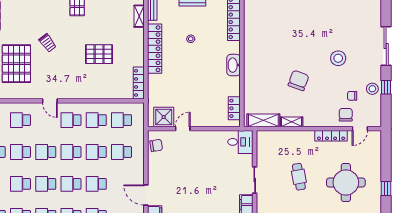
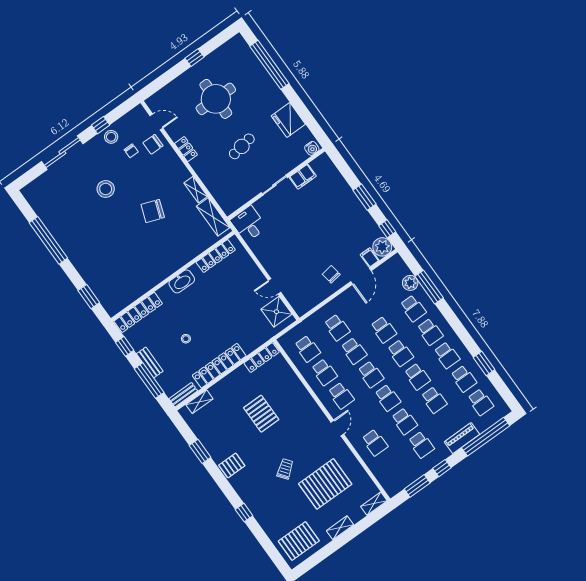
locker: (234, 108) -> (216, 256), width x1.53
locker: (331, 136) -> (186, 149), width x0.66
chair: (156, 145) -> (331, 274), moved

